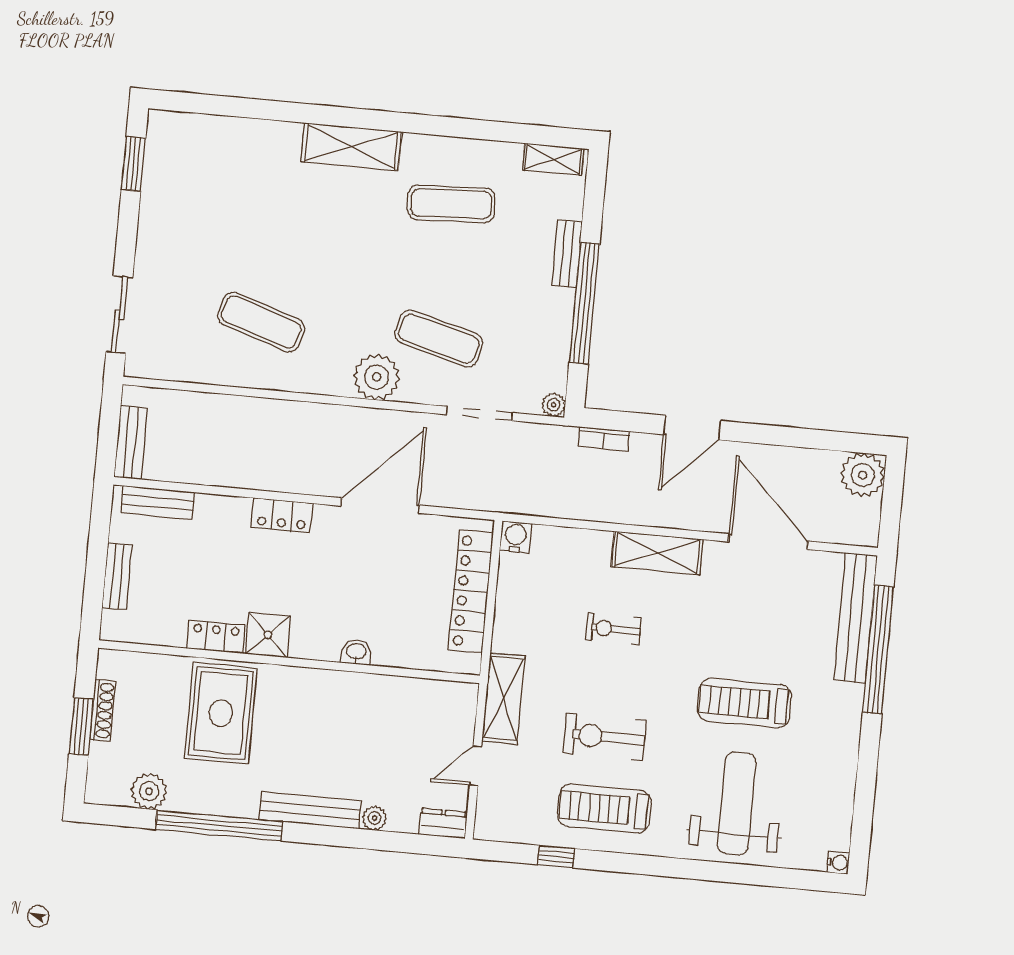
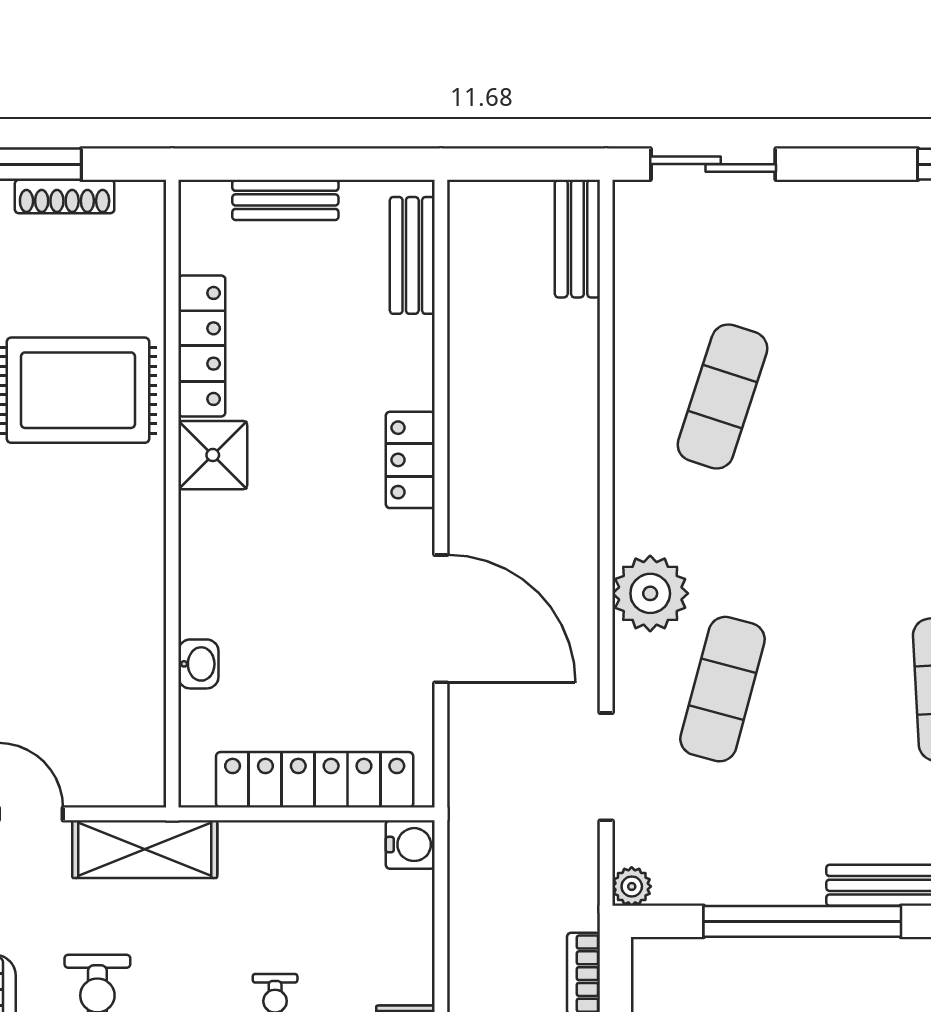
bench: (131, 443) -> (577, 239), moved, turned 90
locker: (216, 637) -> (202, 346), width x1.53
washbasin: (356, 652) -> (198, 664), moved

